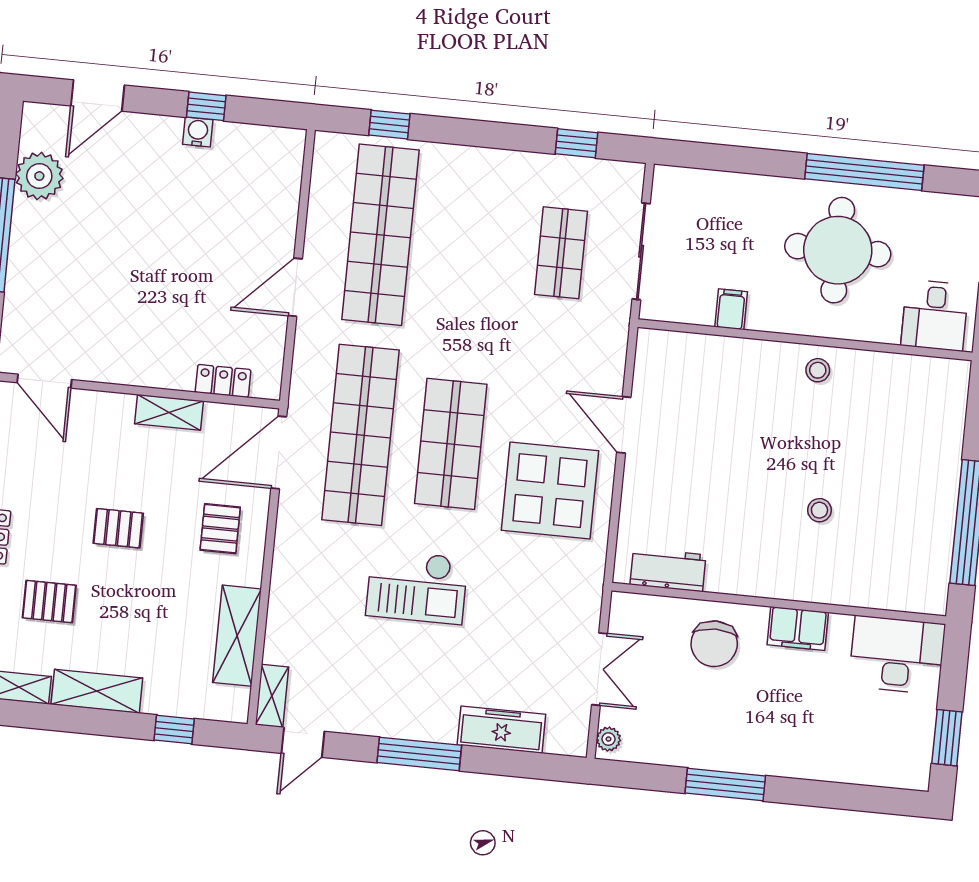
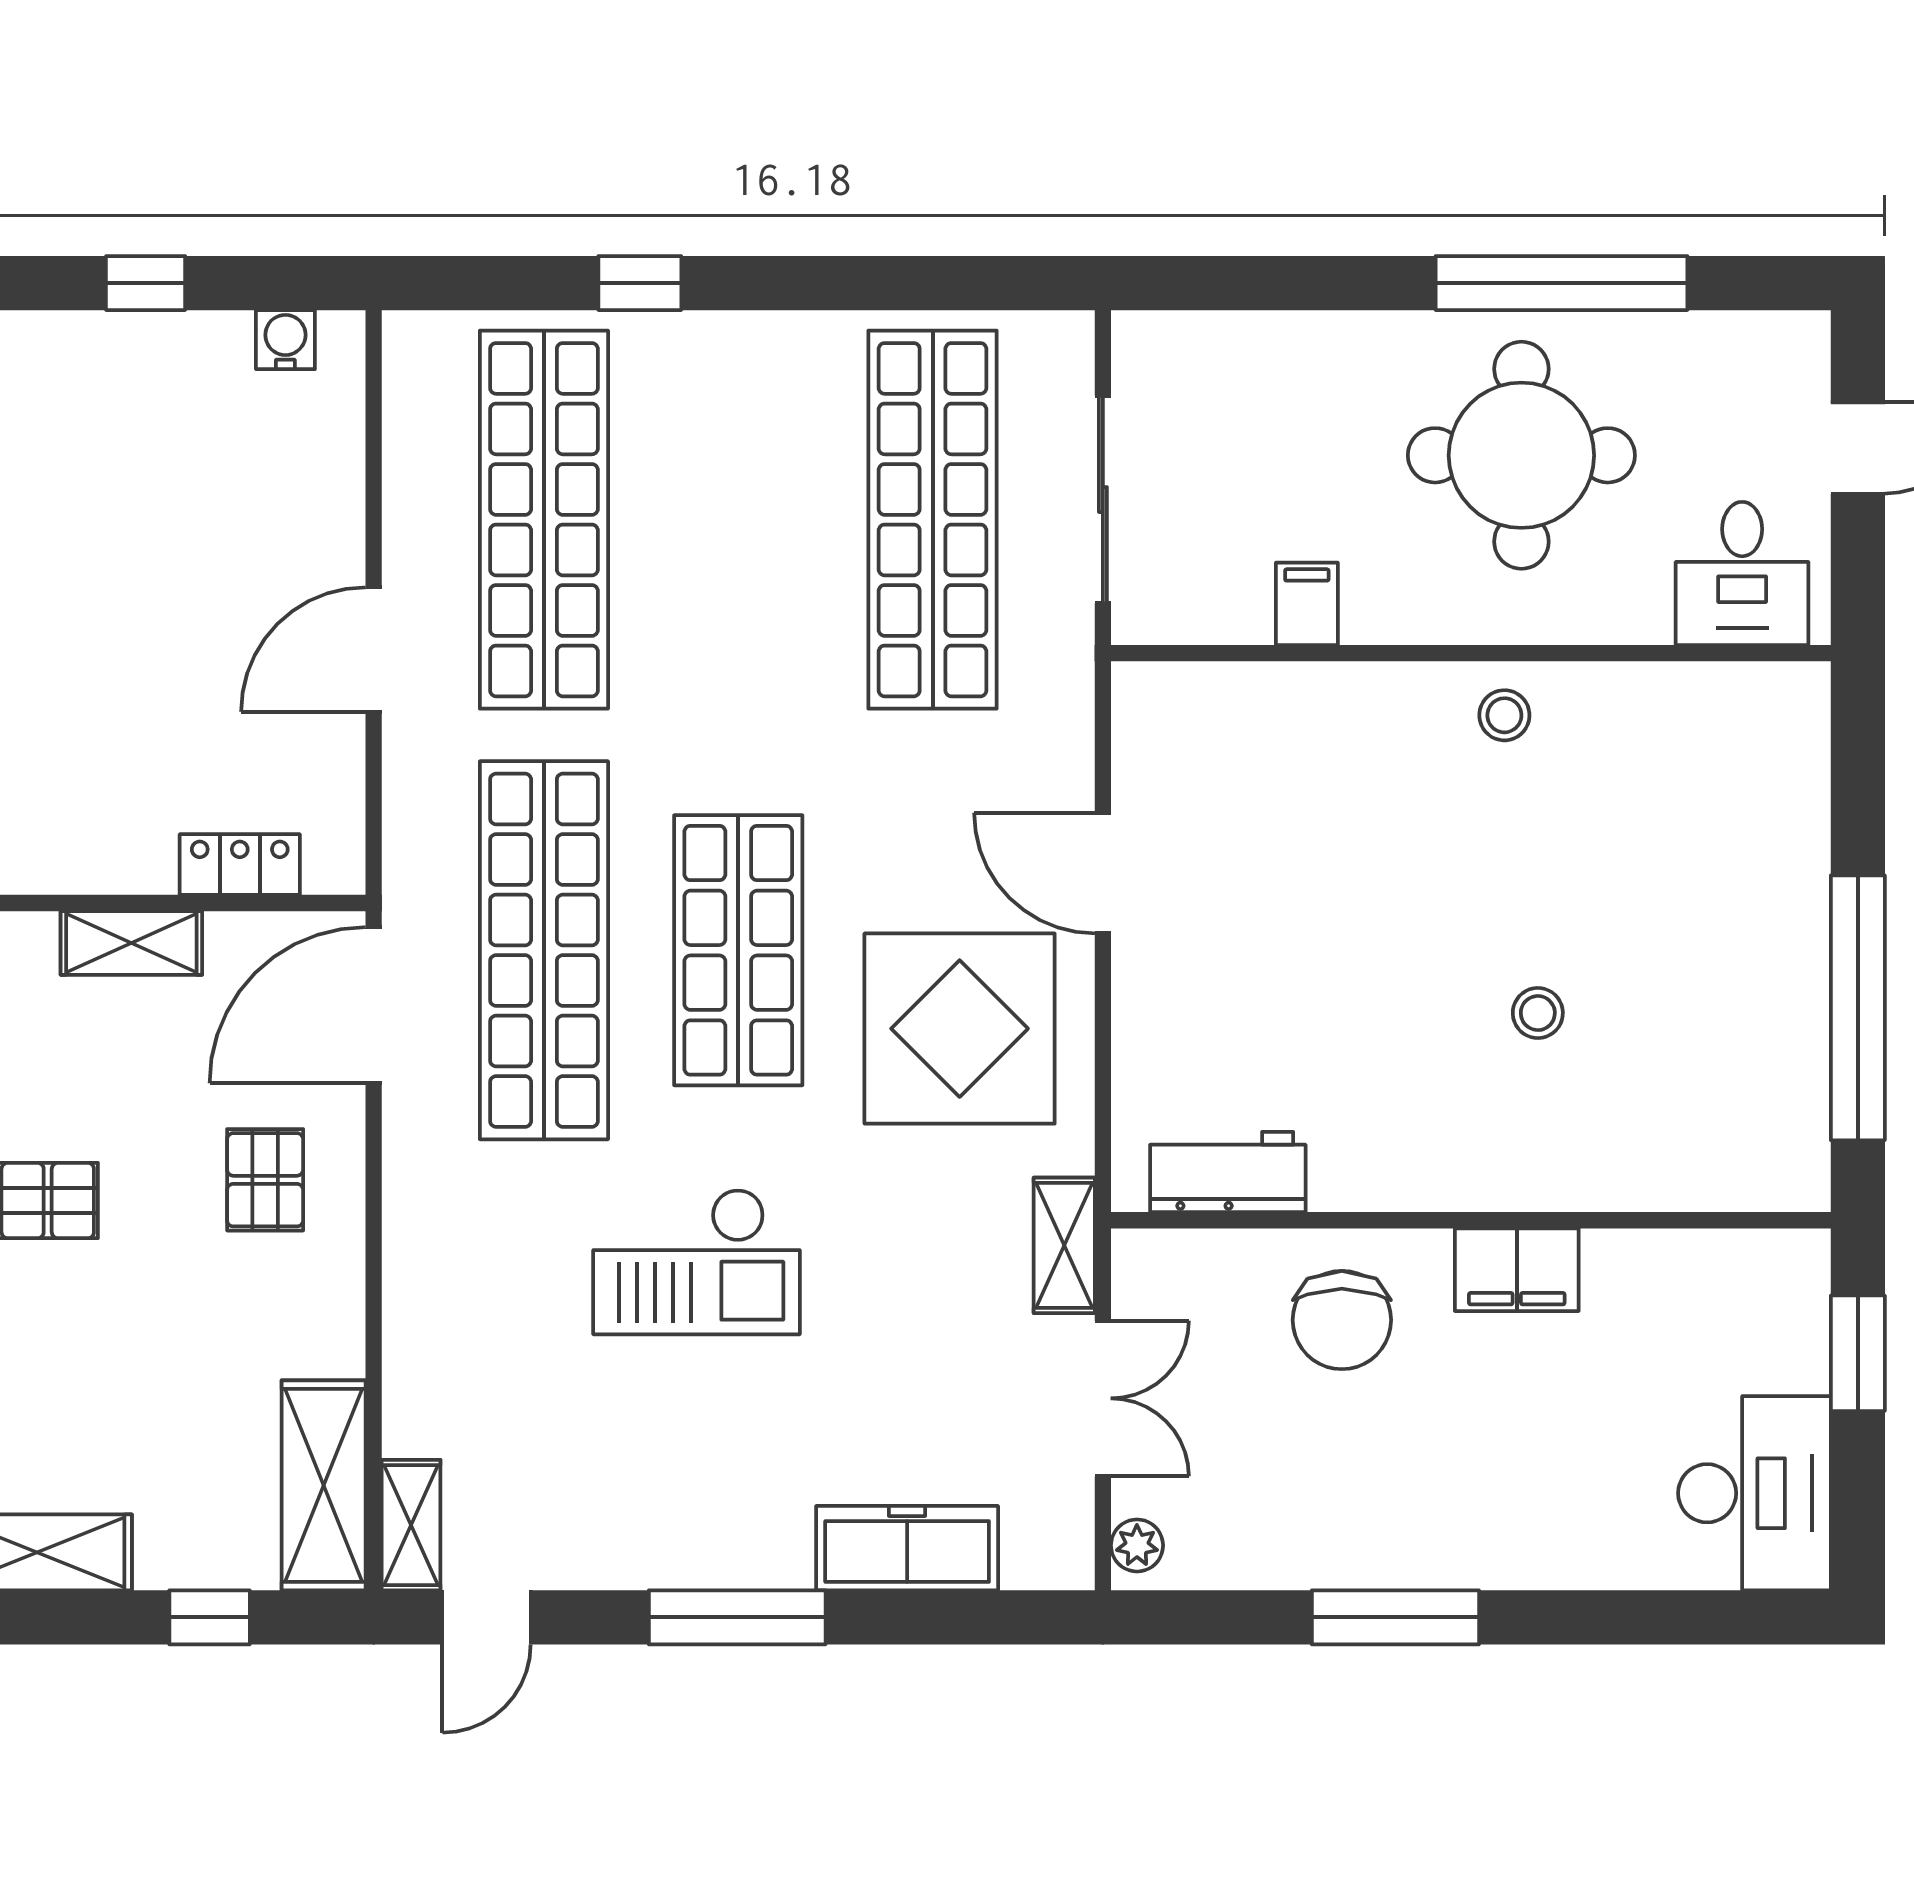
window: (389, 125) -> (640, 283), moved
water cooler: (198, 132) -> (285, 340), moved
window: (577, 143) -> (942, 283), removed
shop shelf: (561, 253) -> (933, 520), width x2.00, depth x1.36
shelving: (589, 596) -> (1064, 1245), added
shelving: (237, 636) -> (324, 1485), moved
desk: (897, 655) -> (1754, 1493), moved, turned 90
window: (947, 738) -> (1858, 1353), moved

